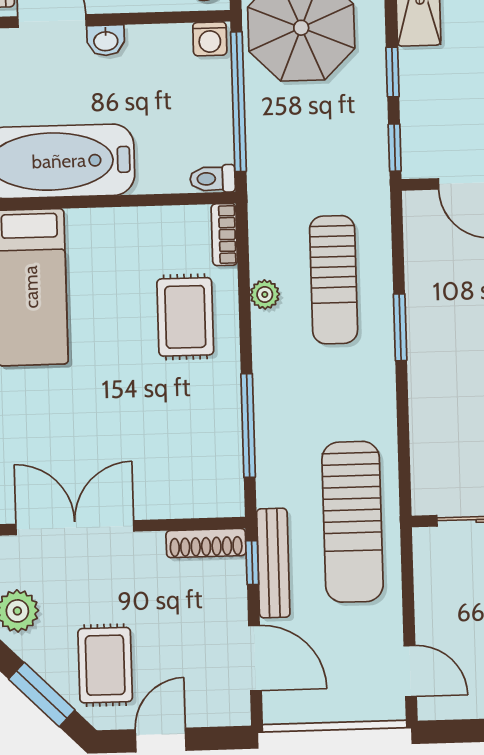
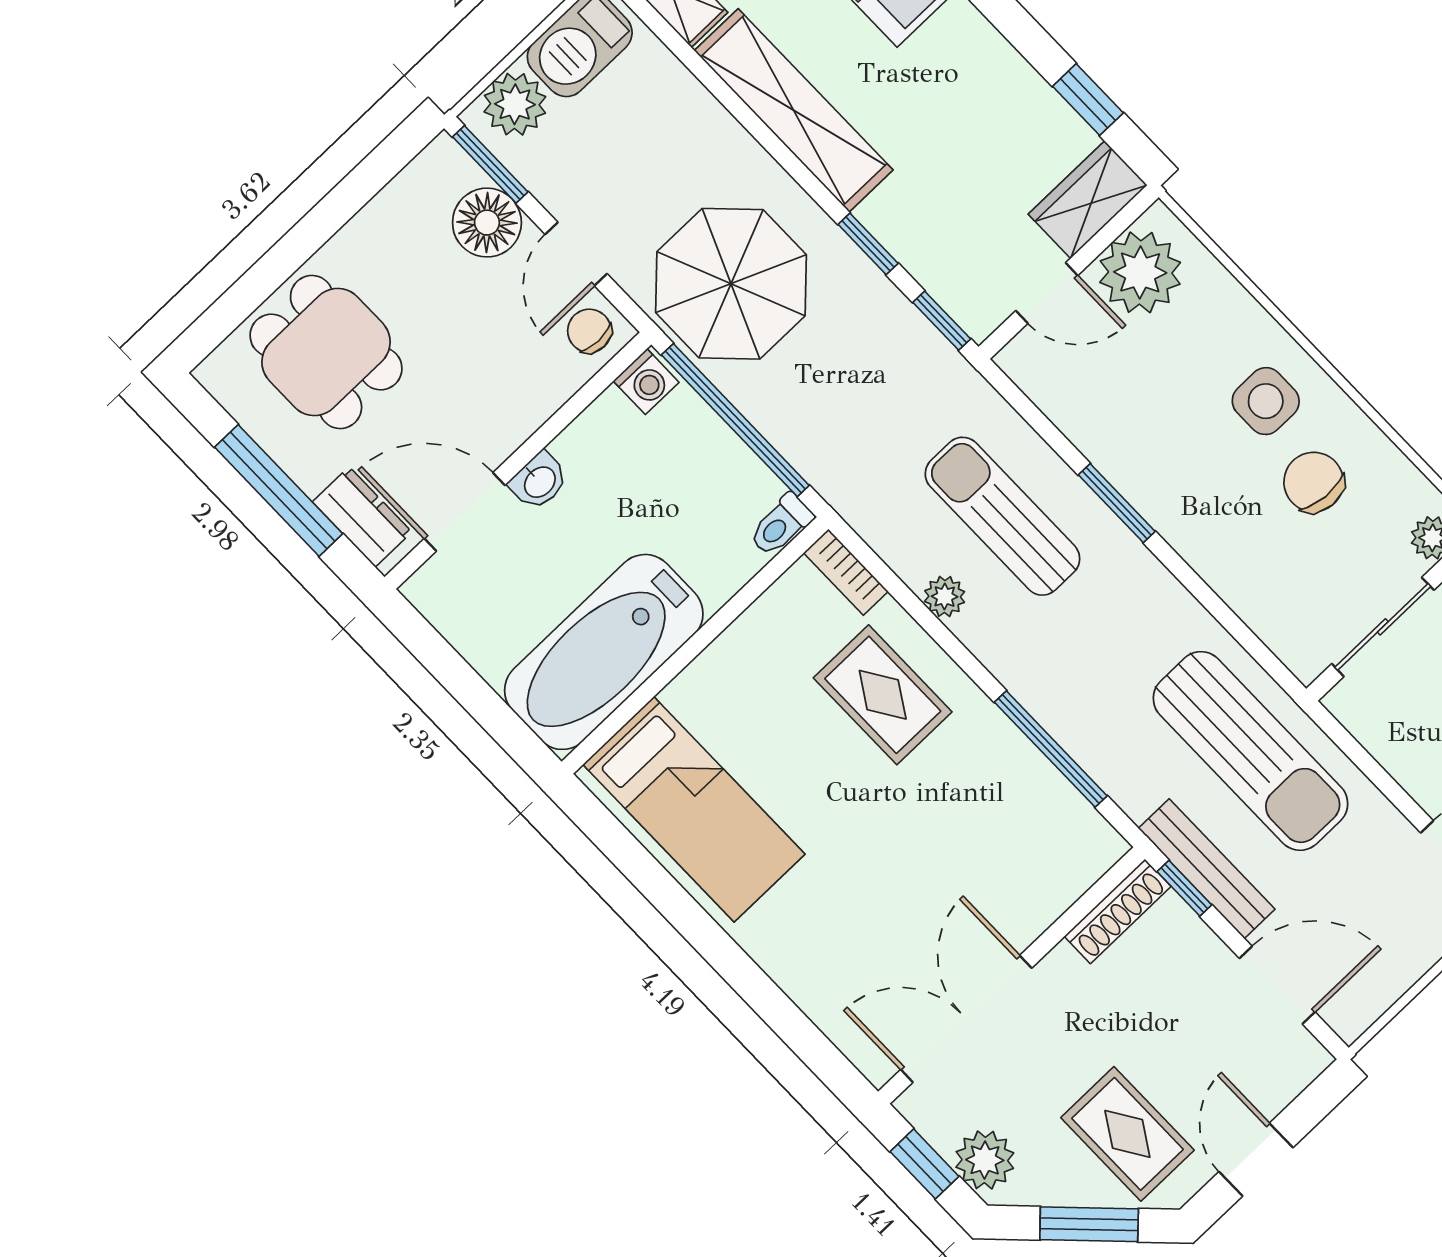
sun lounger: (334, 280) -> (1002, 516), turned 180

